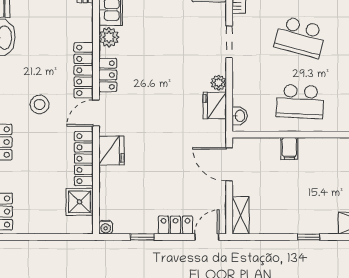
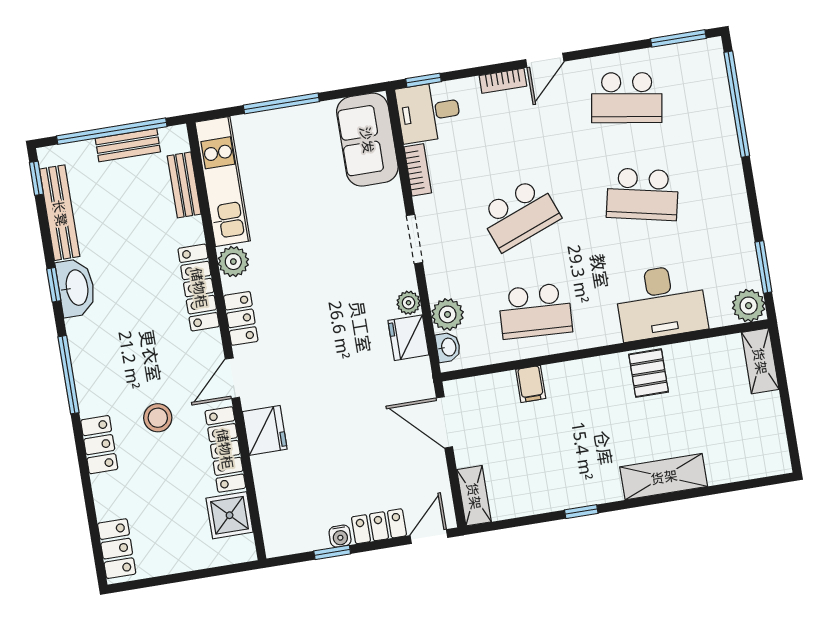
school desk: (300, 37) -> (519, 214), turned -36
locker: (84, 70) -> (199, 288), moved
plant: (243, 94) -> (448, 314), added
stool: (40, 104) -> (158, 418), moved
water cooler: (106, 227) -> (340, 536), moved

